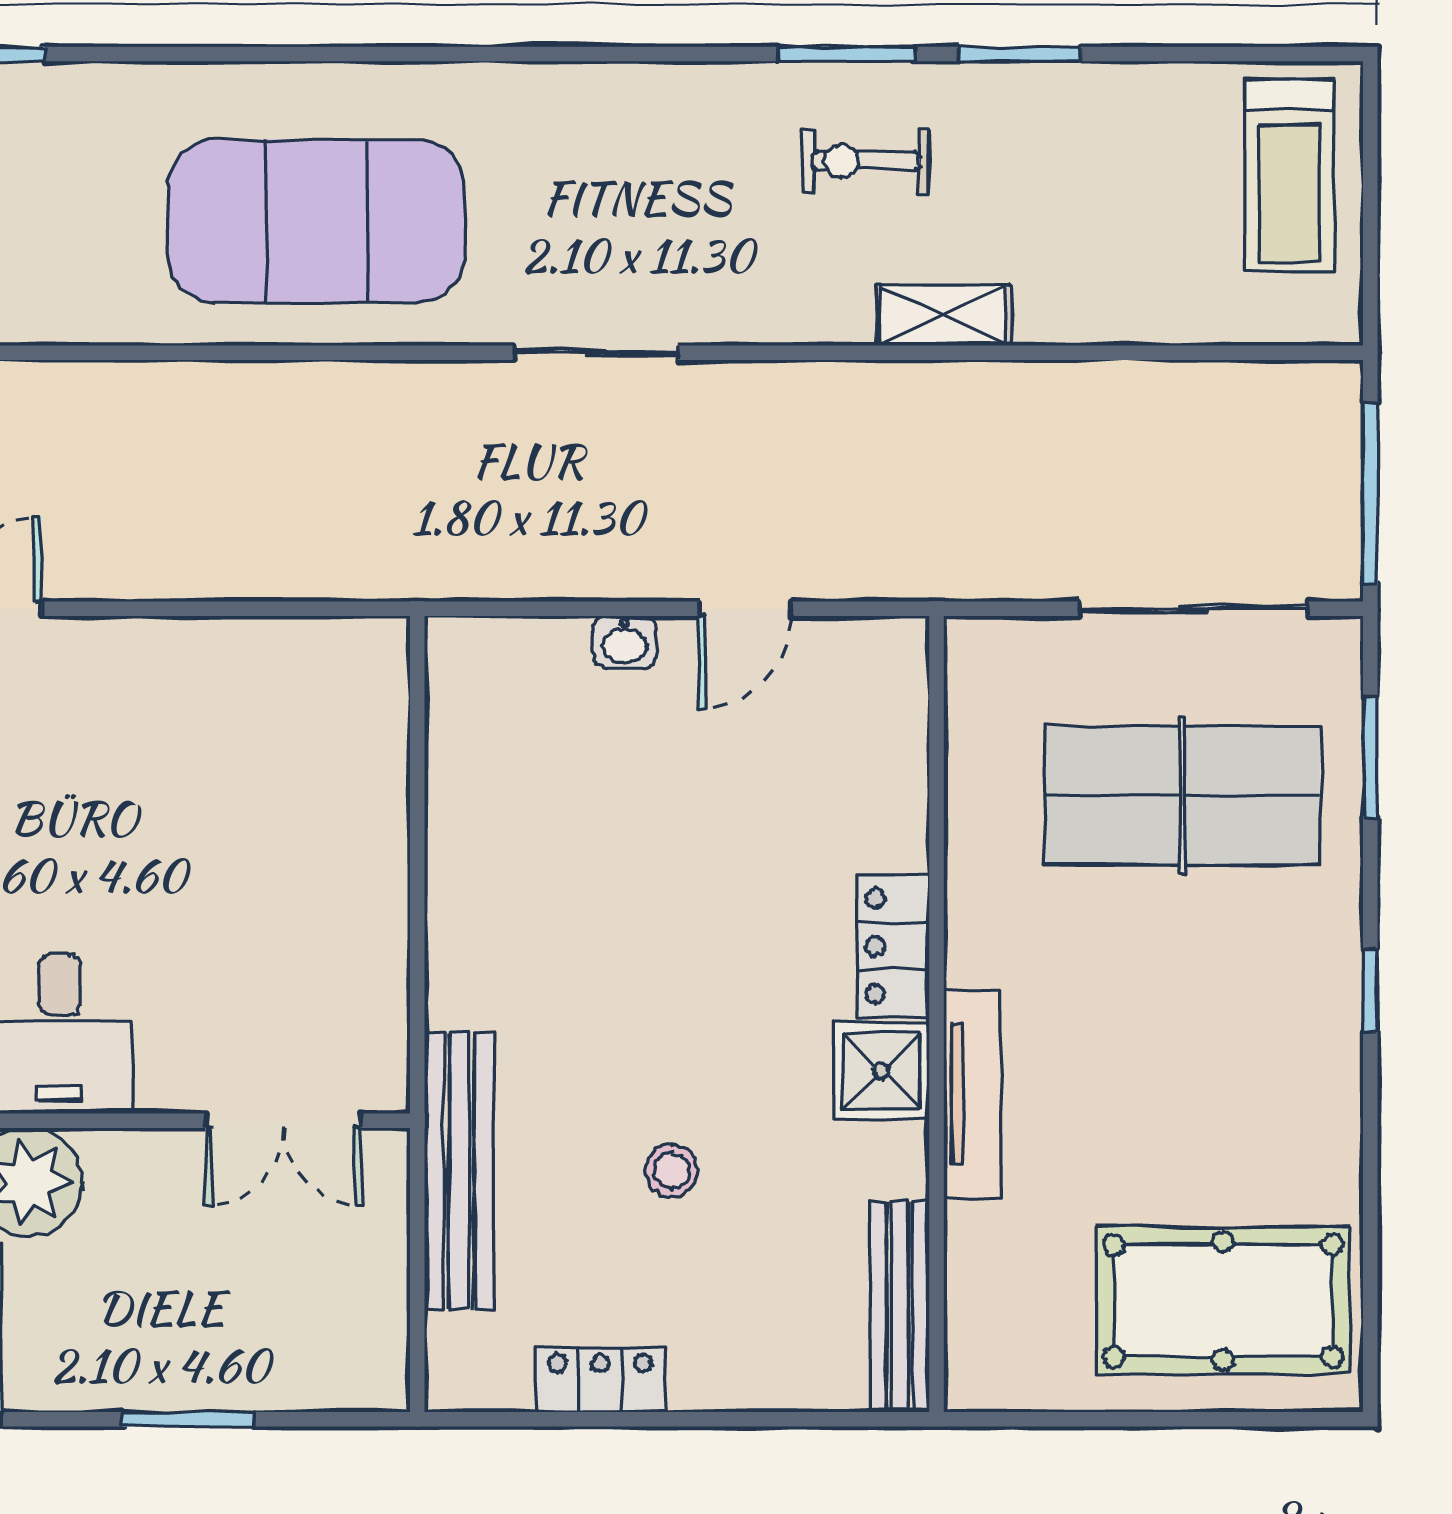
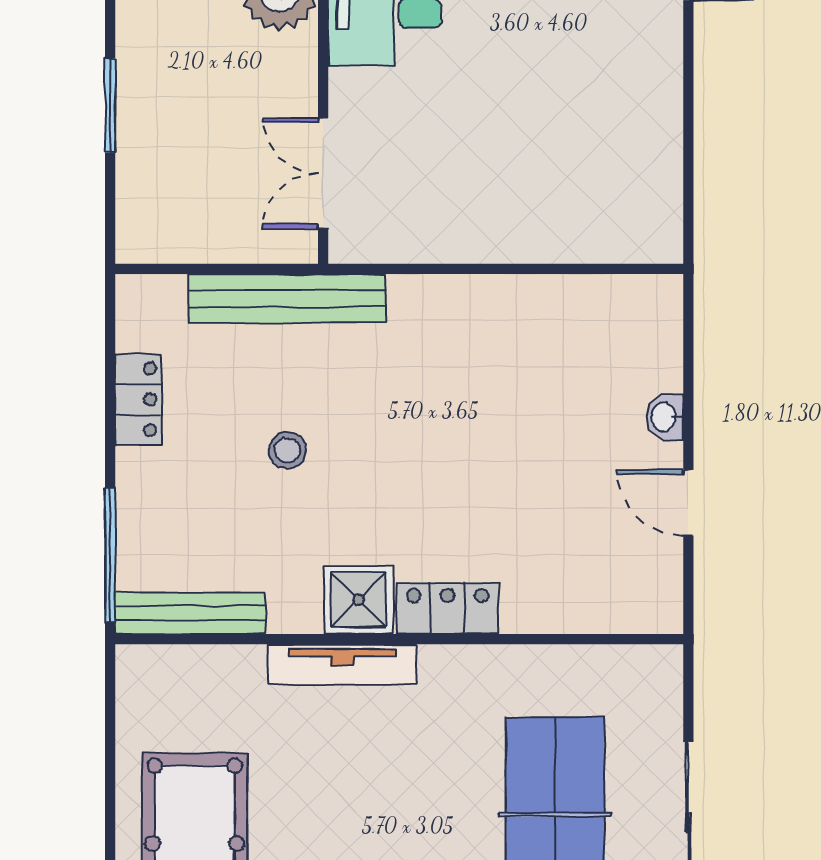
window: (819, 1419) -> (110, 555), added

